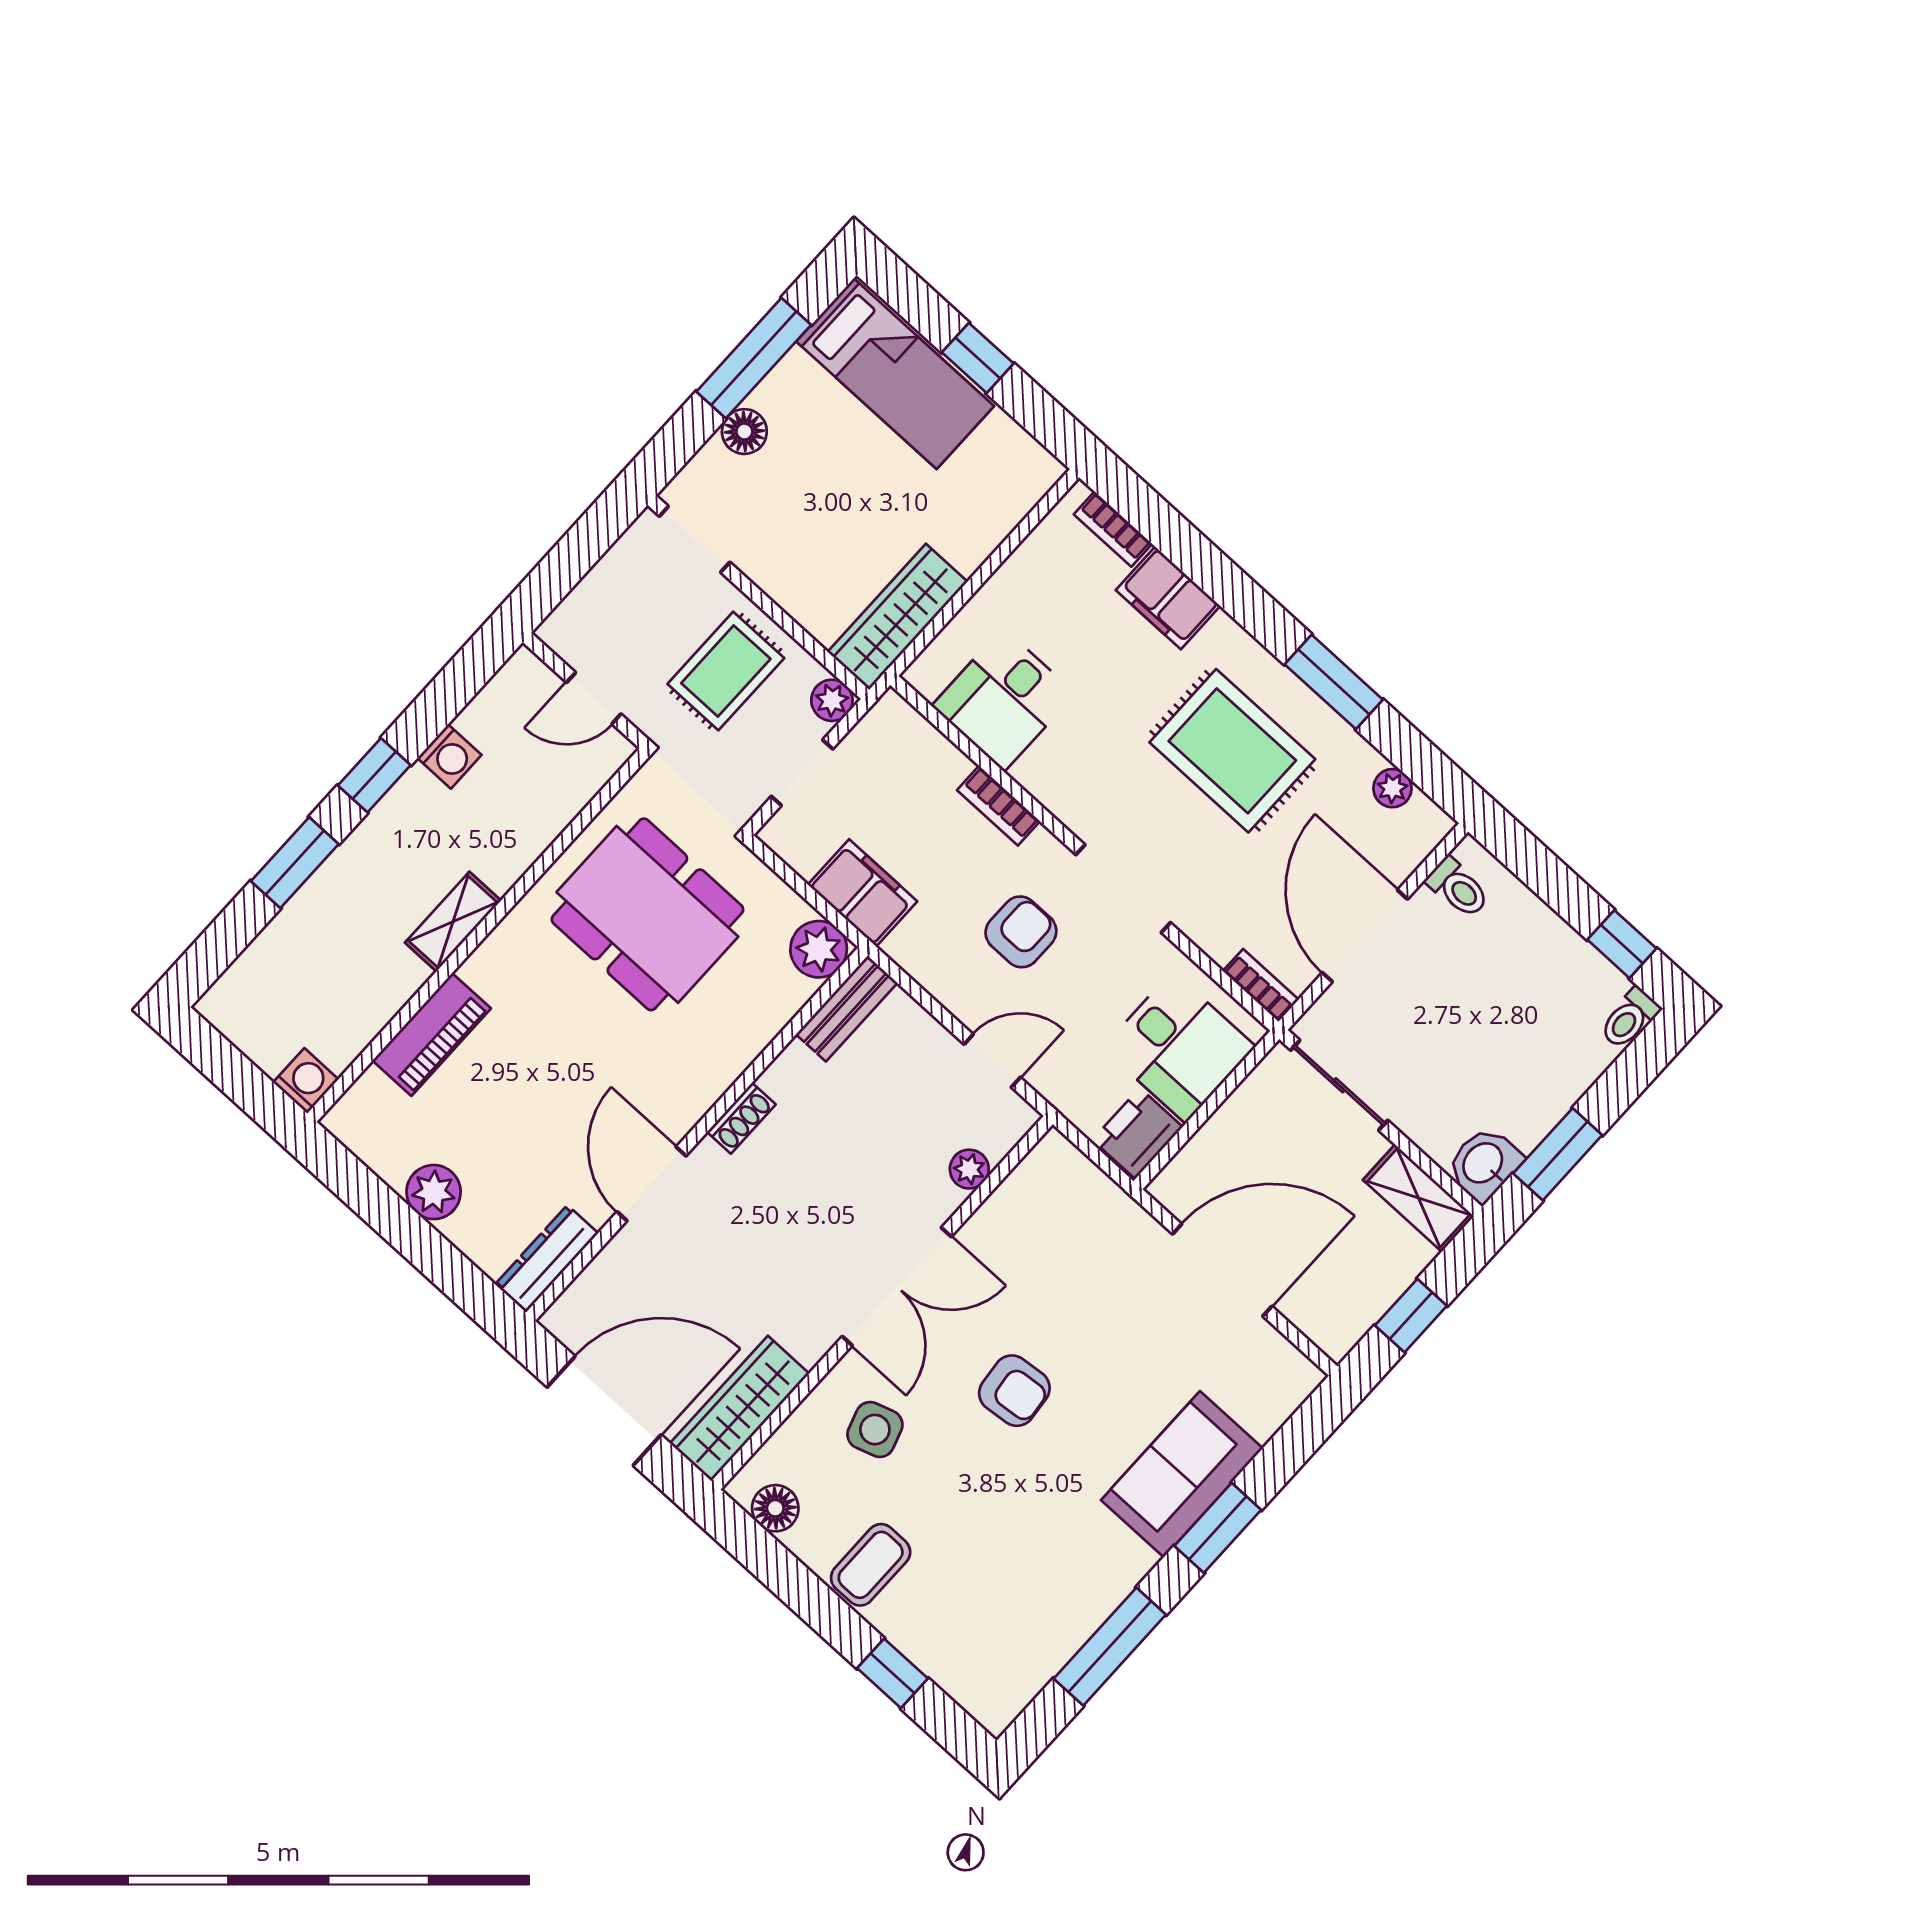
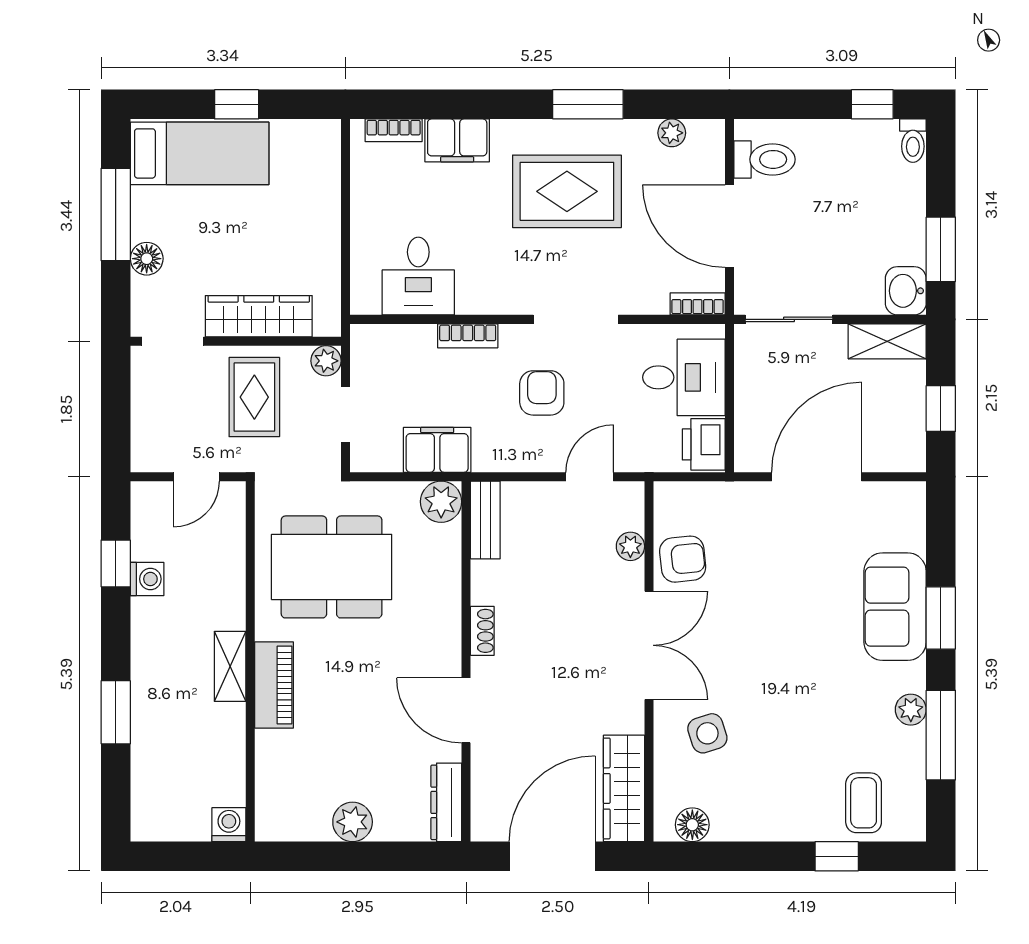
wardrobe: (897, 617) -> (259, 316), moved, turned 90
window: (374, 775) -> (116, 563), moved
toilet: (1458, 888) -> (765, 159), width x1.37, depth x1.39
piano: (432, 1034) -> (274, 685), moved
armchair: (1014, 1391) -> (683, 559), moved
coffee table: (871, 1565) -> (864, 803), moved
plant: (1103, 1593) -> (911, 710), added

